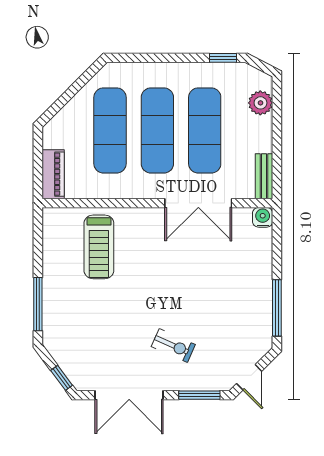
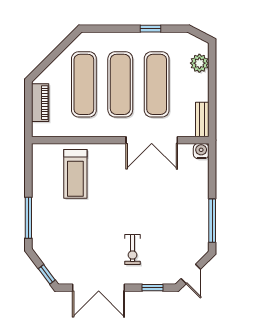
window: (223, 58) -> (151, 29), moved
piano: (53, 174) -> (40, 103), moved
exercise bike: (173, 346) -> (132, 250), turned 66
window: (199, 395) -> (153, 288), width x0.67

